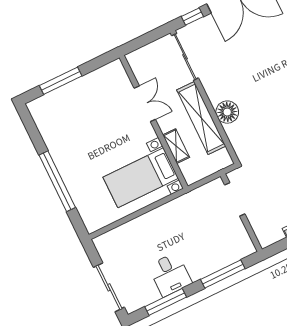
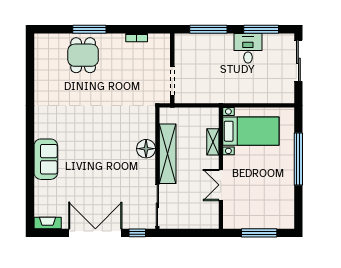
double door: (145, 104) -> (221, 185), moved
wall: (154, 122) -> (221, 168), moved
shelving: (176, 146) -> (213, 142), moved
bed with nightstands: (141, 178) -> (251, 131), moved

